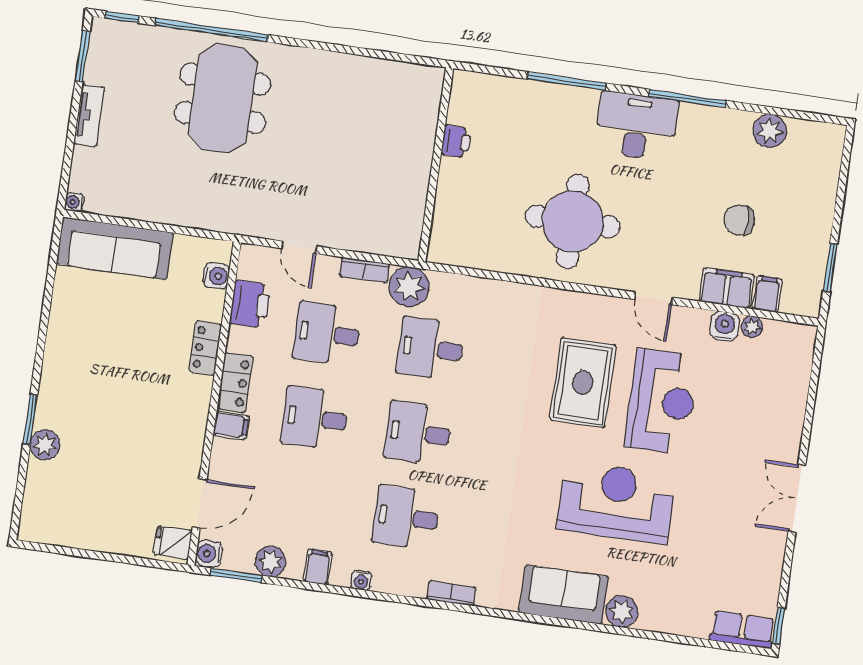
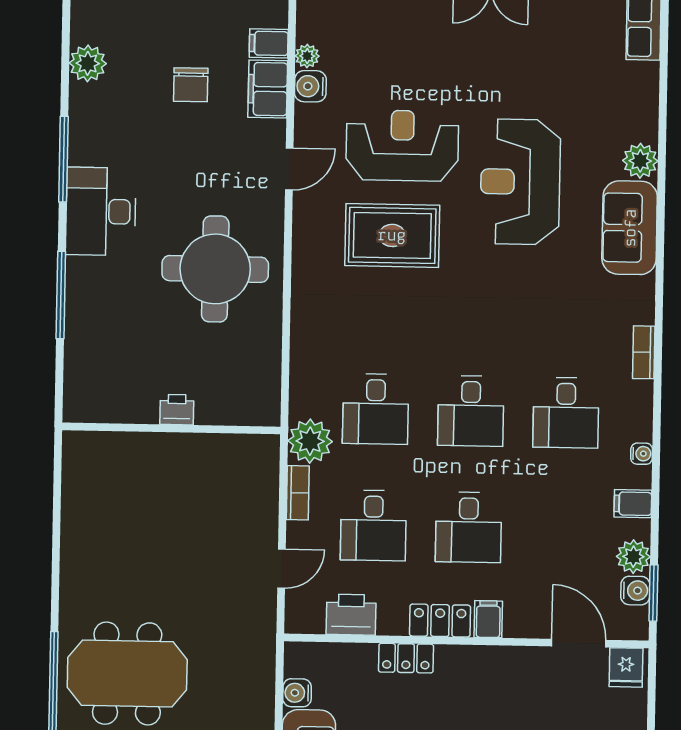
printer: (456, 141) -> (177, 410), moved
water cooler: (216, 276) -> (297, 693), moved, turned -90
water cooler: (209, 554) -> (635, 591), moved, turned -90

